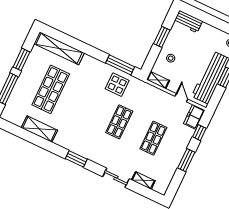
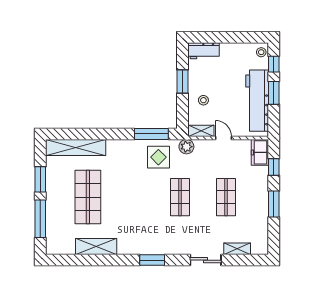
plant: (142, 87) -> (186, 147), added
door: (181, 98) -> (223, 138), moved

